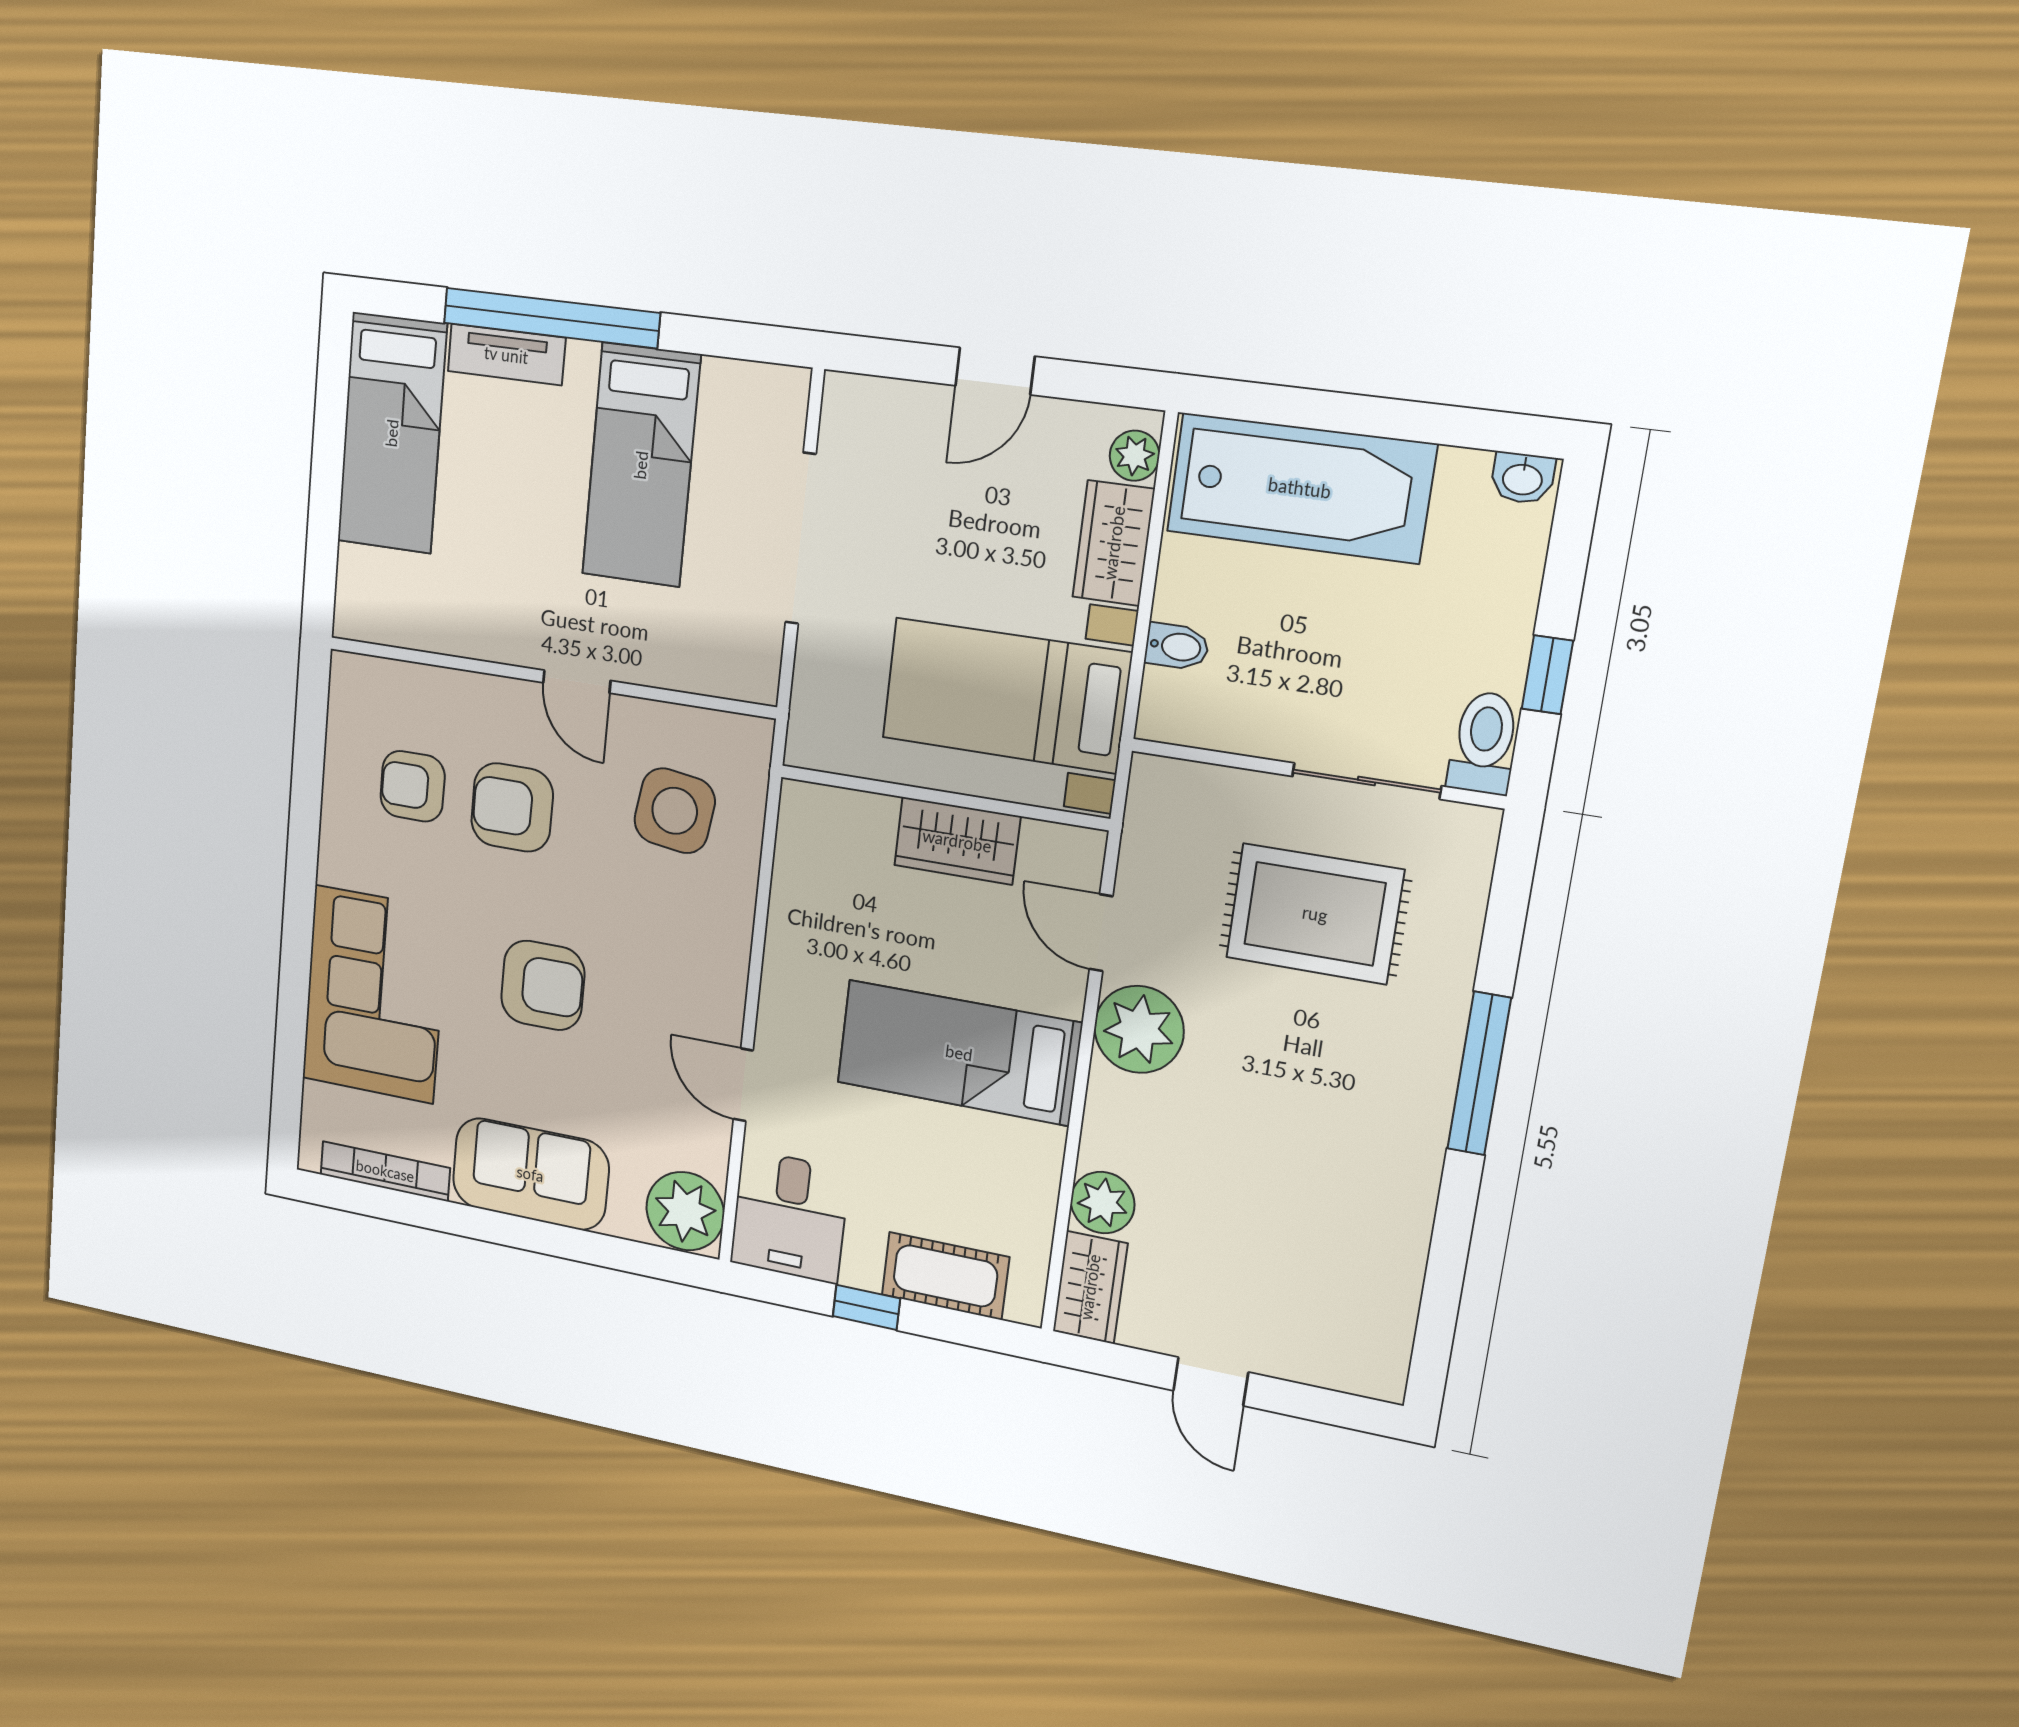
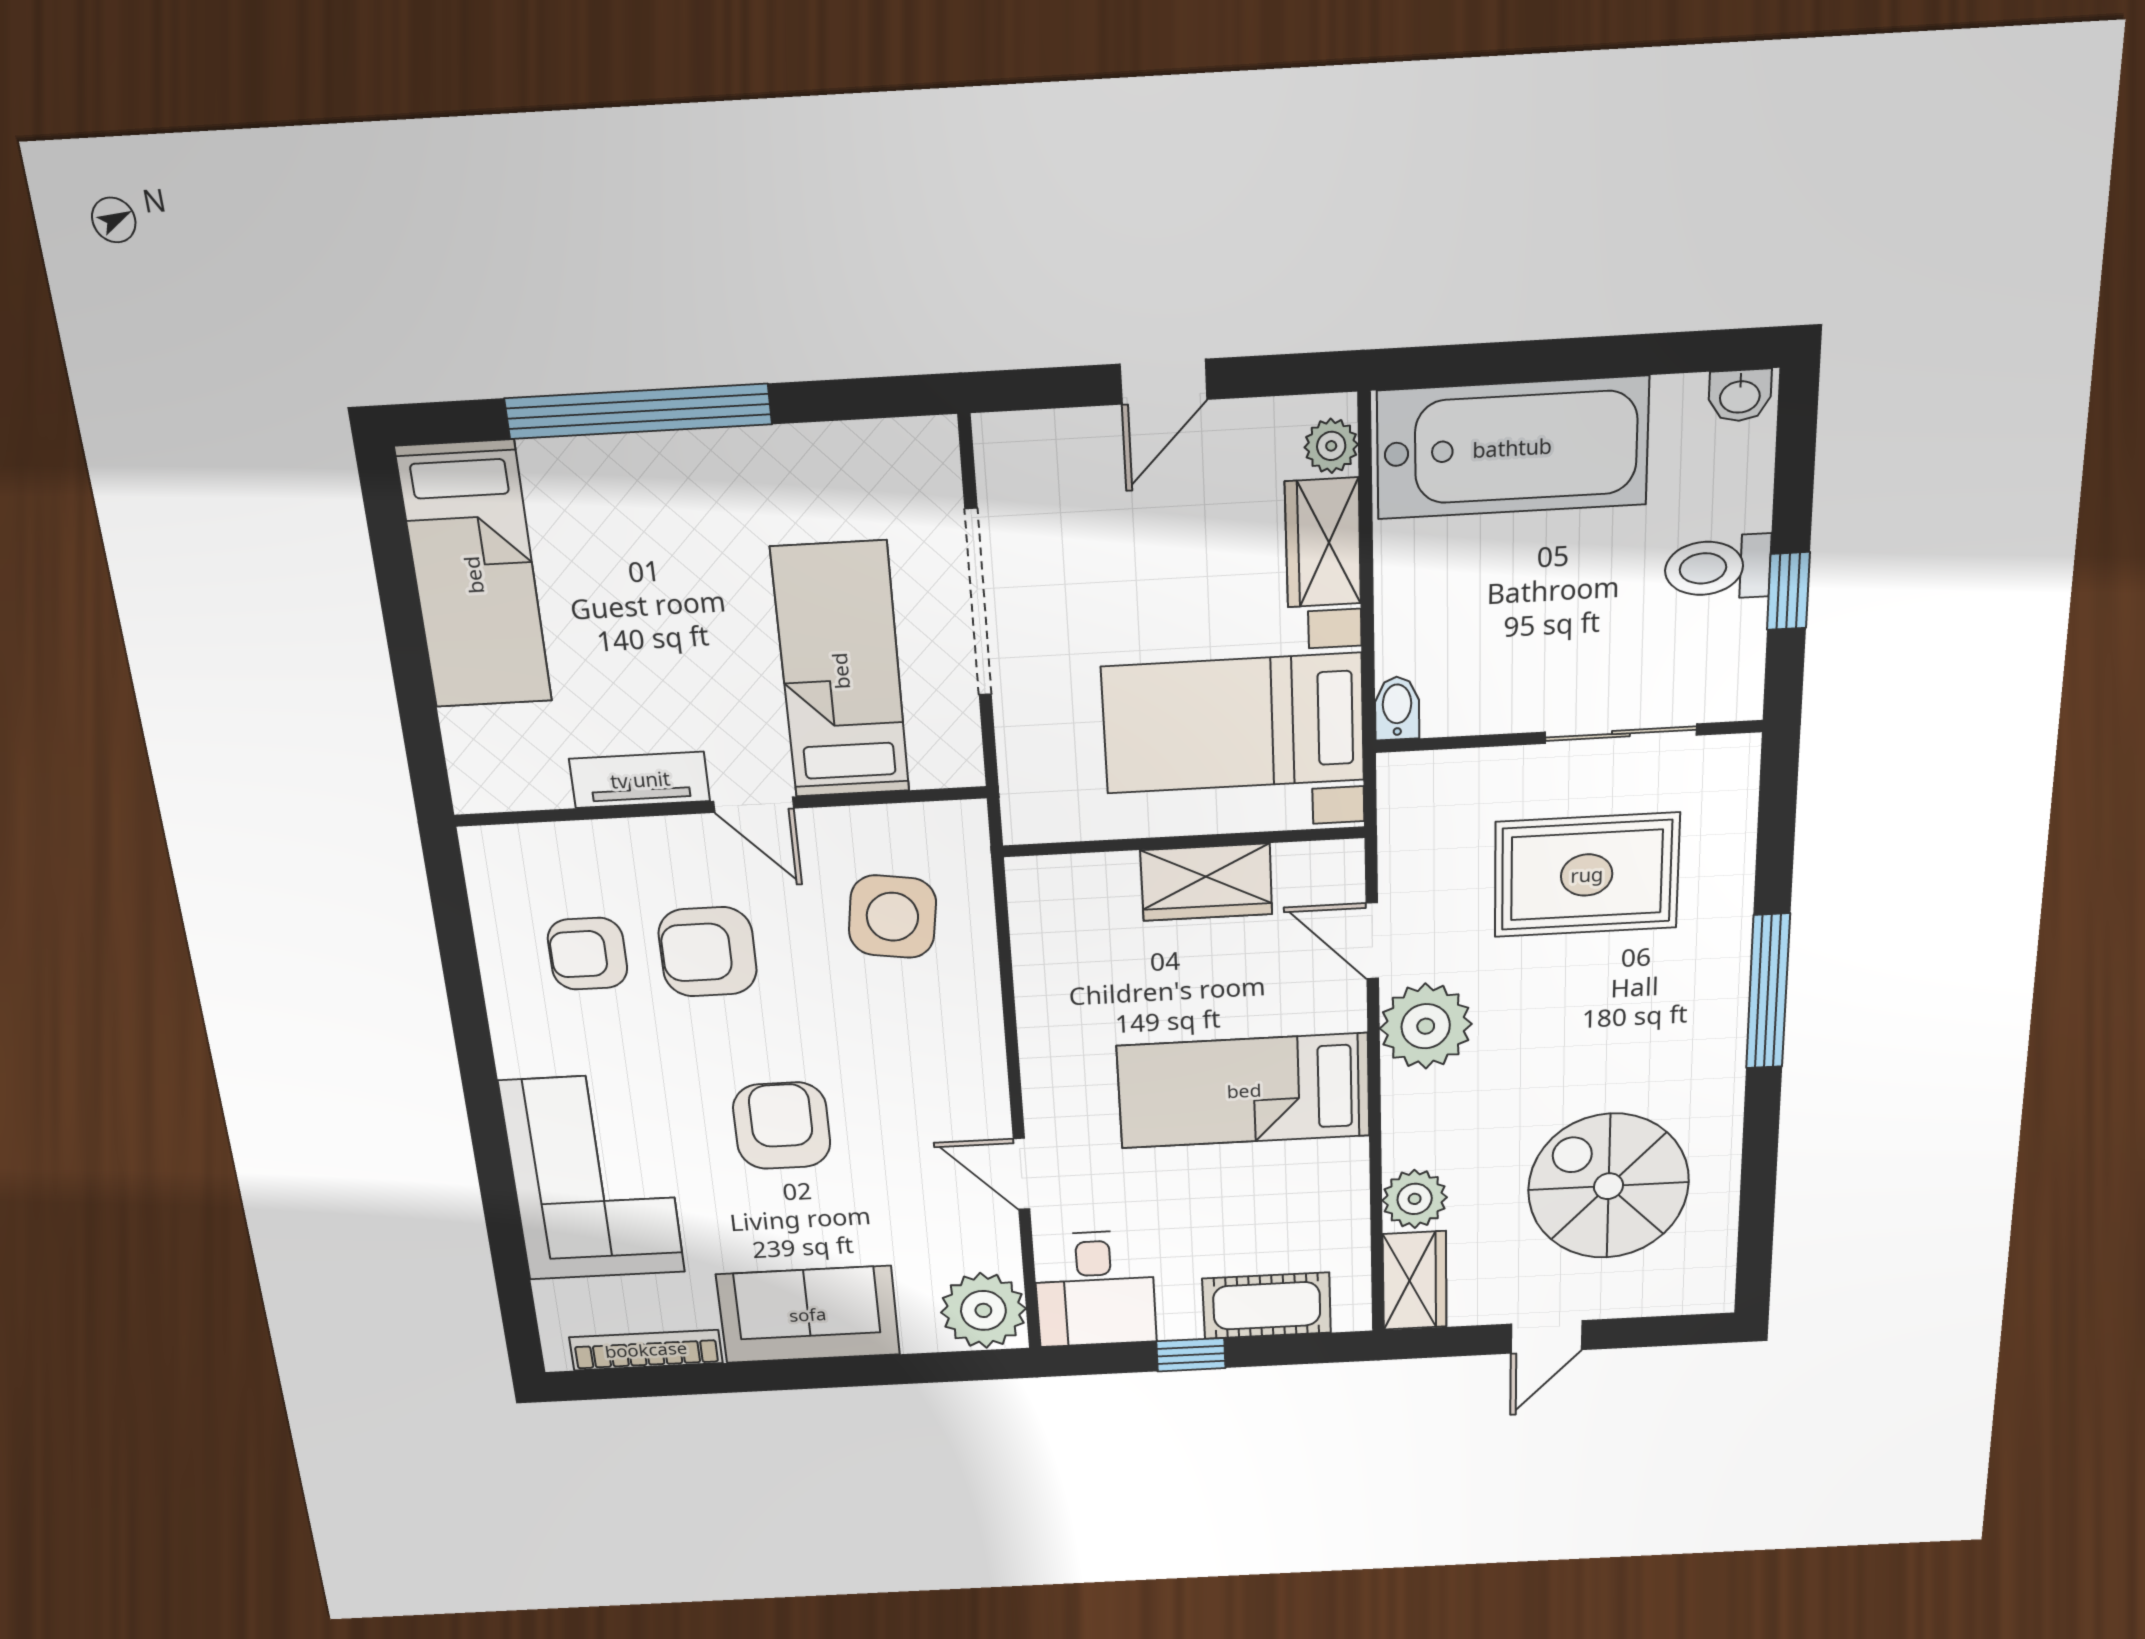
tv unit: (506, 355) -> (640, 780), moved, turned 180
bed: (641, 465) -> (841, 671), moved, turned 180
bidet: (1177, 646) -> (1397, 708), moved, turned -90
toilet: (1484, 743) -> (1718, 568), moved, turned -90
armchair: (543, 985) -> (782, 1126), turned -90
spiral stairs: (1294, 1238) -> (1608, 1186), added
door: (1211, 1381) -> (1547, 1337), hinge flipped

